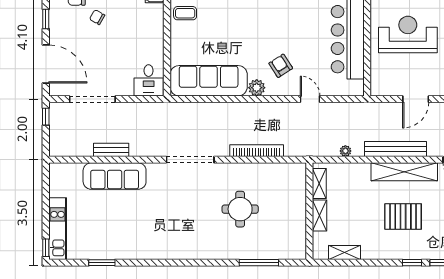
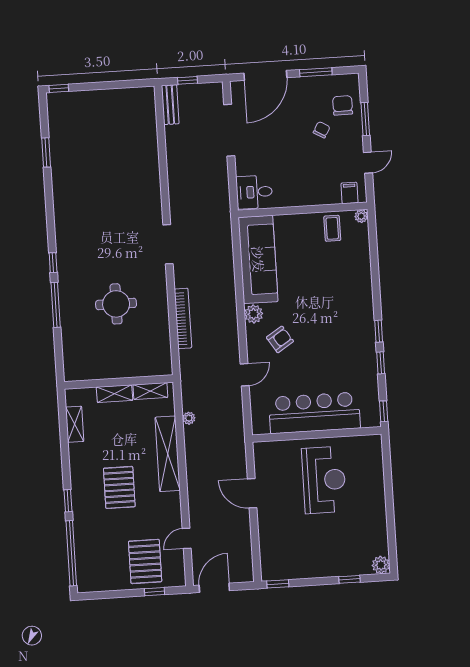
window: (46, 19) -> (316, 72), width x1.50
window: (46, 117) -> (188, 80), moved
bench: (395, 149) -> (195, 474), removed
bench: (111, 150) -> (170, 105), moved
doorway: (190, 160) -> (168, 244), width x0.73
shelving: (404, 172) -> (168, 454), moved
sofa: (115, 176) -> (144, 161), removed
kitchen unit: (58, 229) -> (81, 100), removed
window: (200, 263) -> (53, 263), added
window: (259, 263) -> (56, 305), moved

